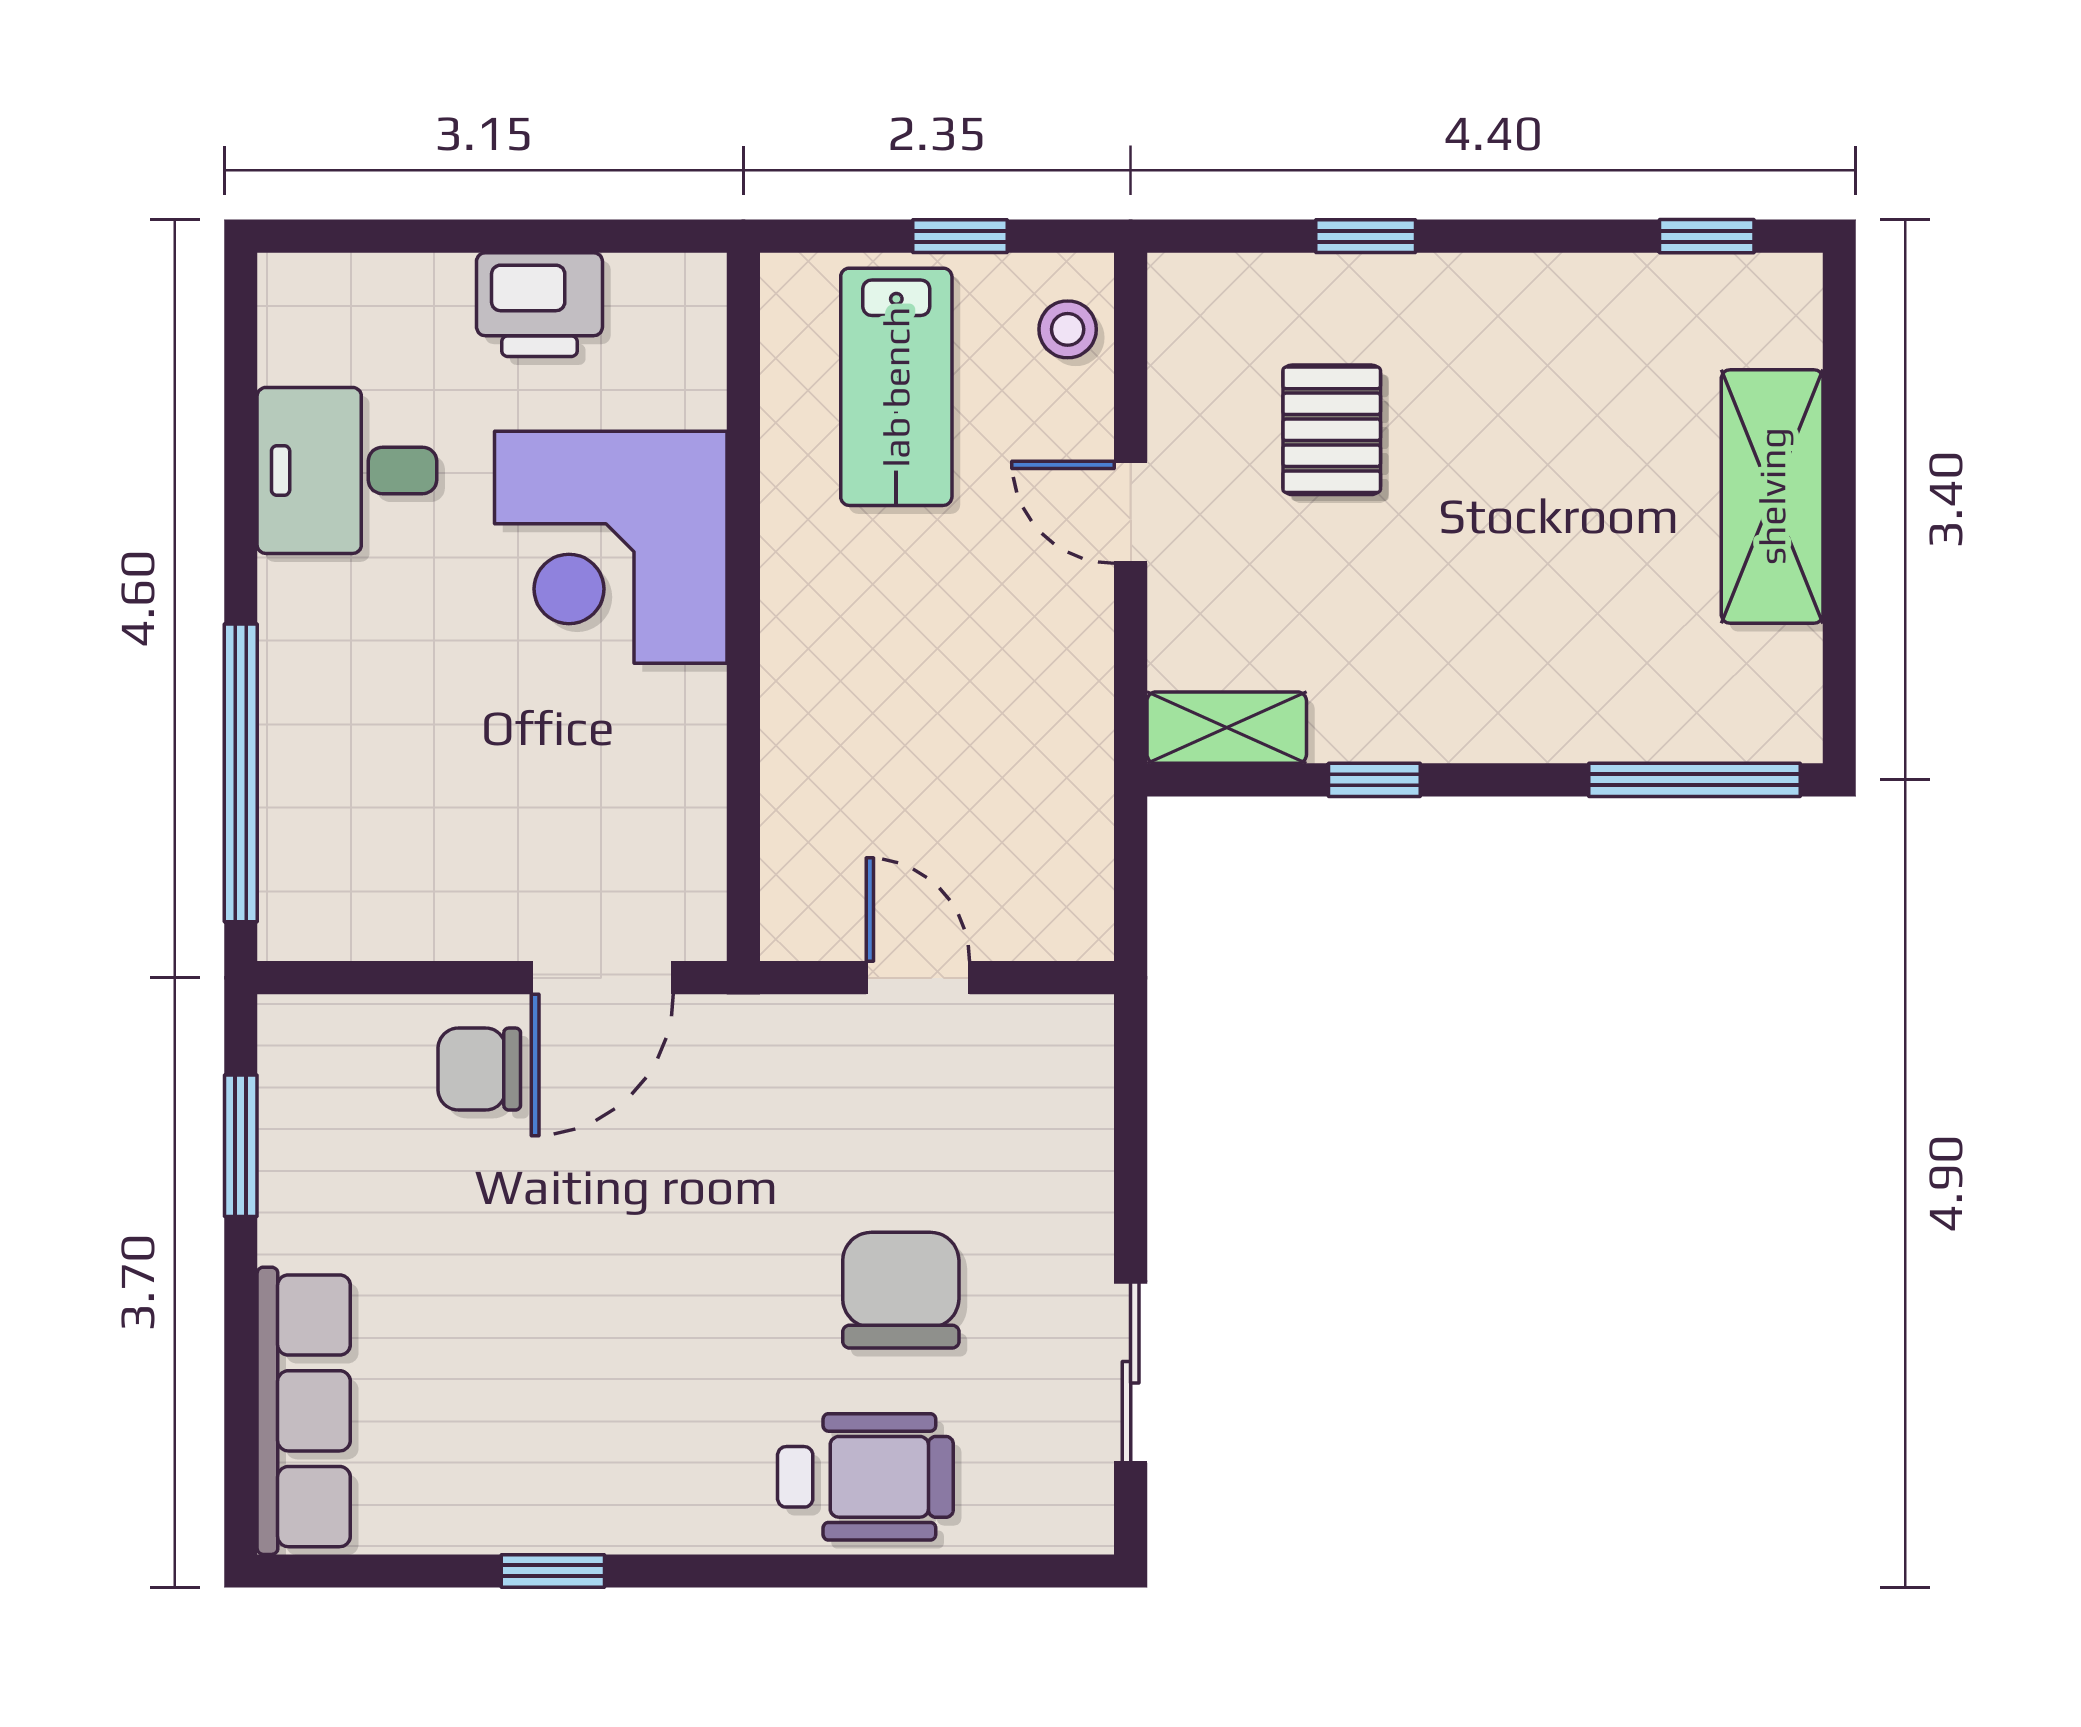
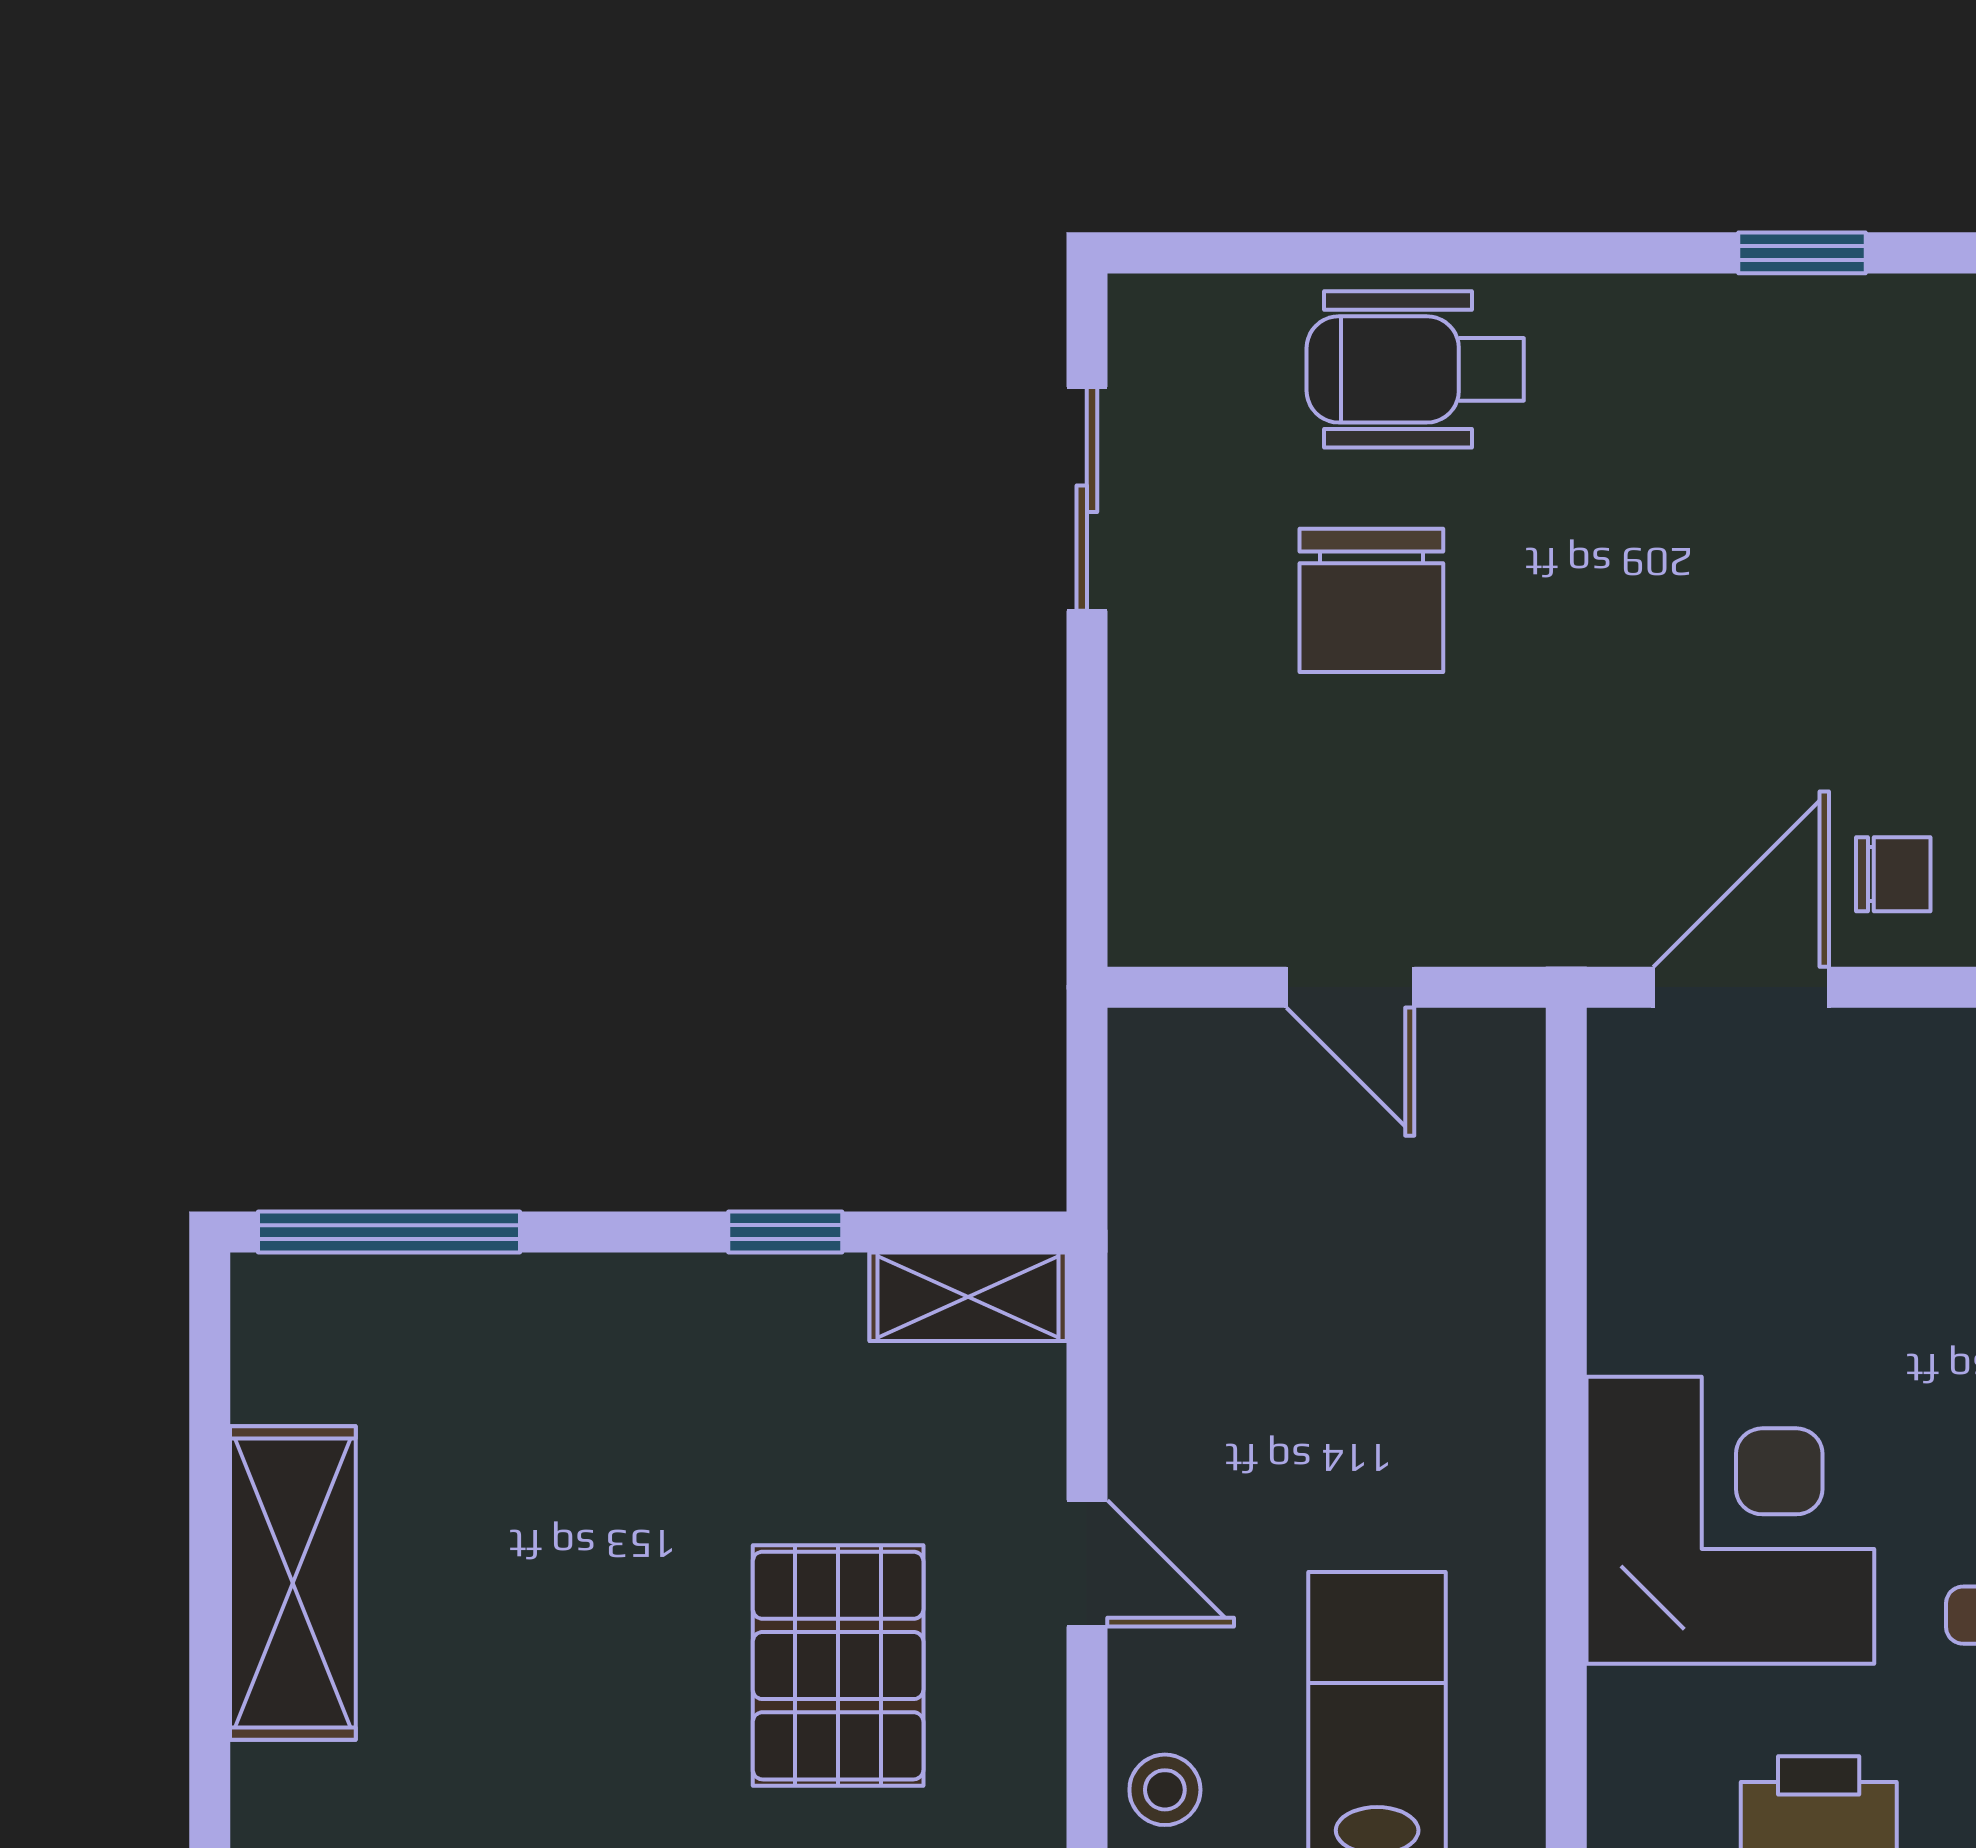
pallet: (1332, 430) -> (838, 1666), width x1.50, depth x1.42
chair: (479, 1069) -> (1893, 874), width x0.73, depth x0.73

